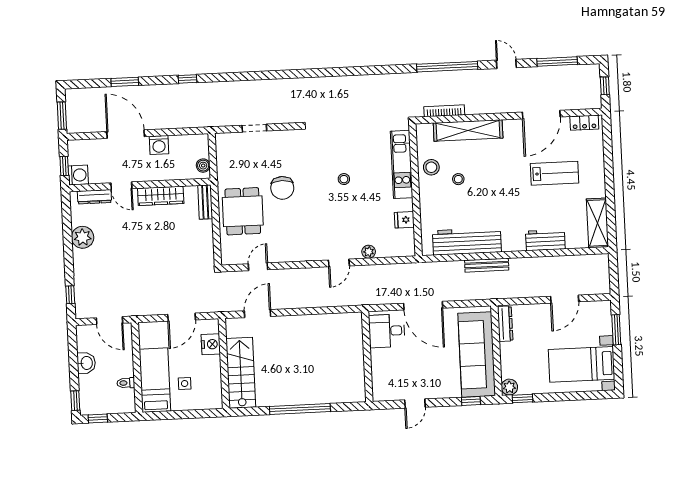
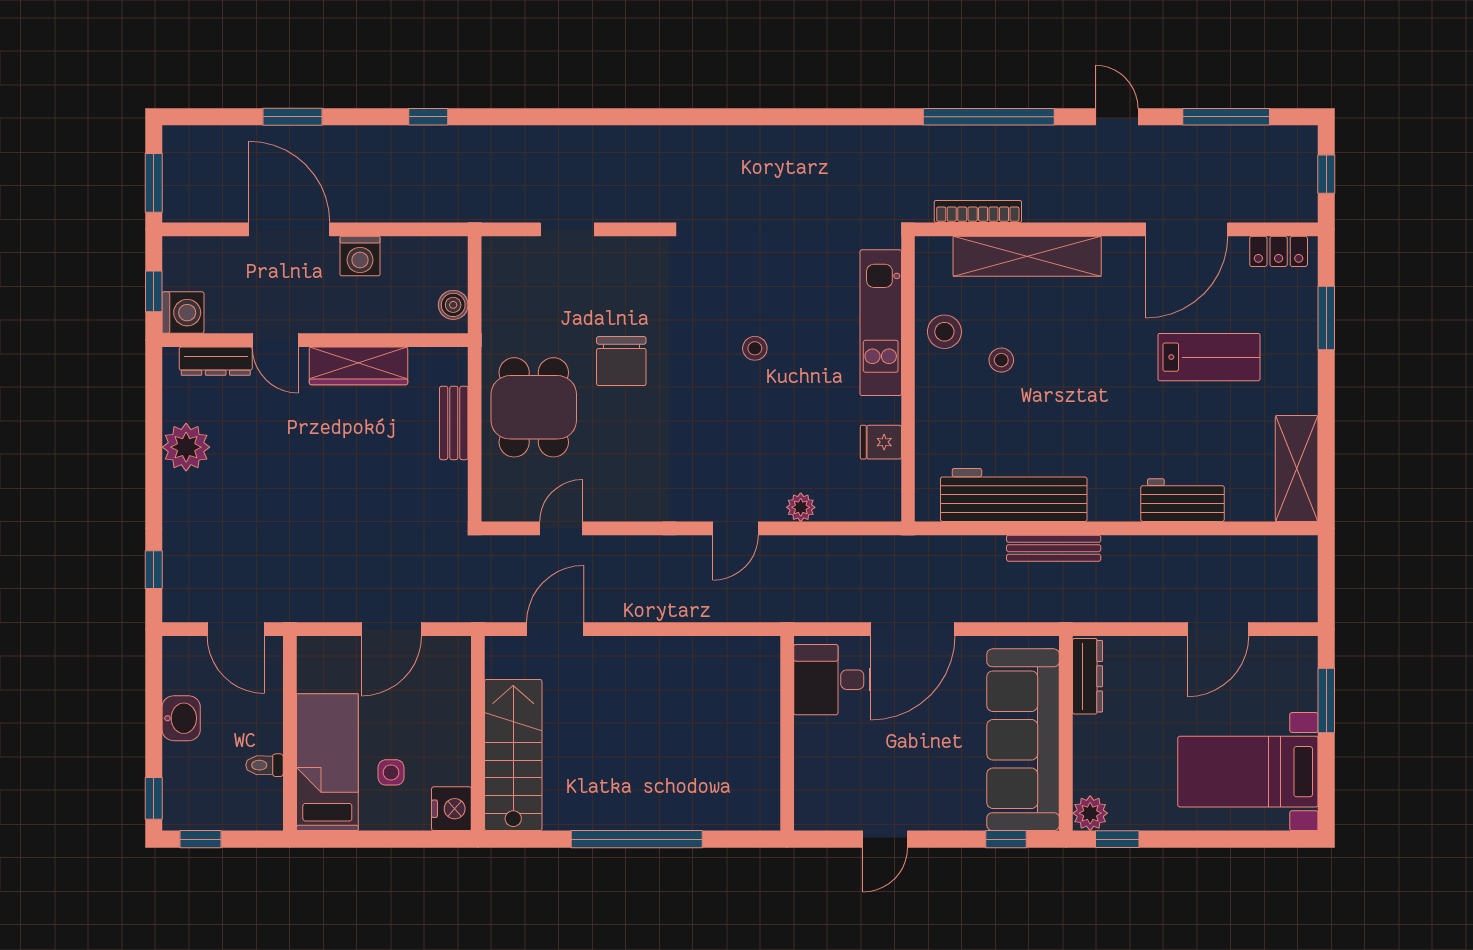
window: (608, 153) -> (1326, 318), added
bench: (205, 202) -> (454, 423), moved
door: (423, 306) -> (913, 629), hinge flipped
nightstand: (211, 344) -> (451, 809), moved

